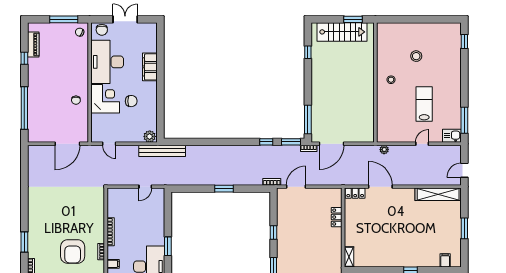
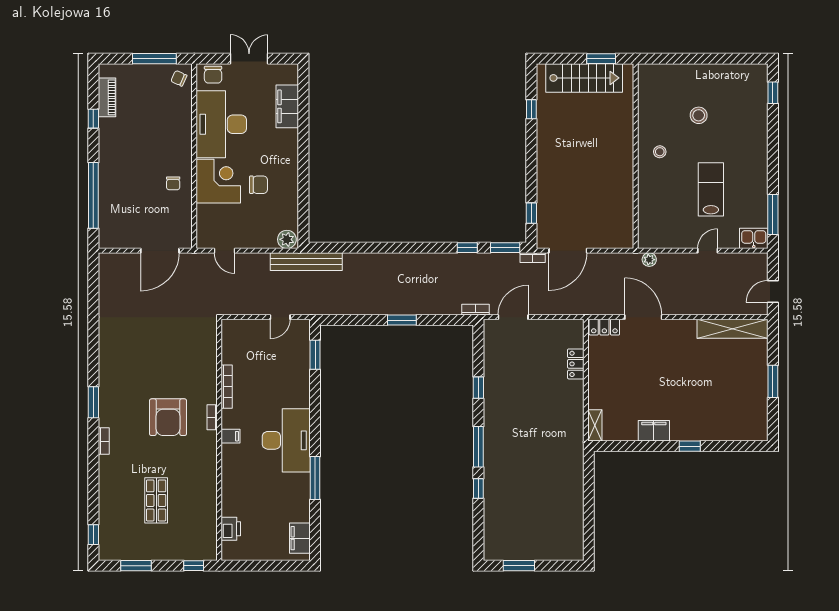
filing cabinet: (150, 67) -> (287, 106), moved
window: (308, 119) -> (531, 213), width x0.46
window: (168, 246) -> (315, 355), moved
filing cabinet: (445, 260) -> (654, 431), moved, width x2.00

